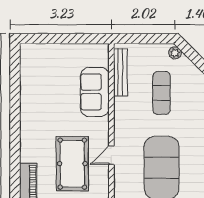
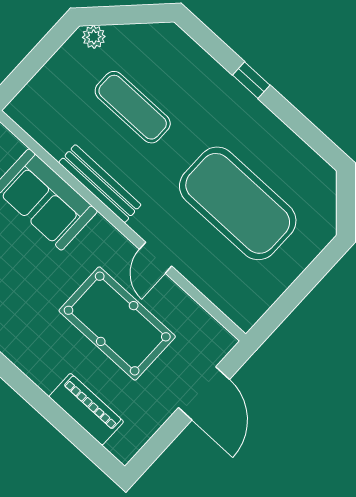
bench: (120, 72) -> (100, 184), moved

